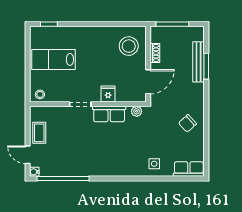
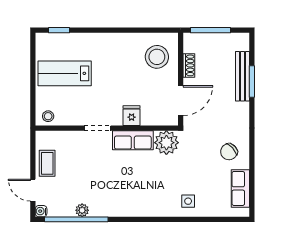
plant: (137, 111) -> (166, 143), width x1.88, depth x1.88
row of seats: (189, 169) -> (240, 188), moved, turned -90
plant: (68, 171) -> (82, 210), added

